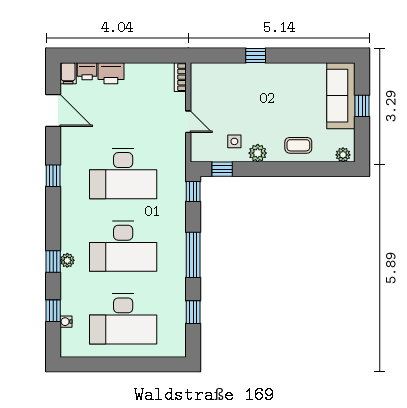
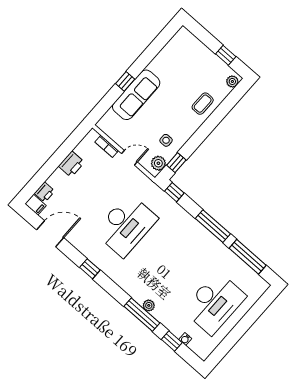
printer: (111, 73) -> (71, 164), moved
bookcase: (180, 77) -> (107, 146), moved
sofa: (341, 96) -> (136, 95), moved, turned -90
window: (362, 106) -> (226, 55), moved
plant: (258, 153) -> (158, 163), moved
desk: (123, 246) -> (170, 264), removed
window: (53, 261) -> (142, 315), width x2.17
window: (193, 312) -> (248, 257), width x2.17

